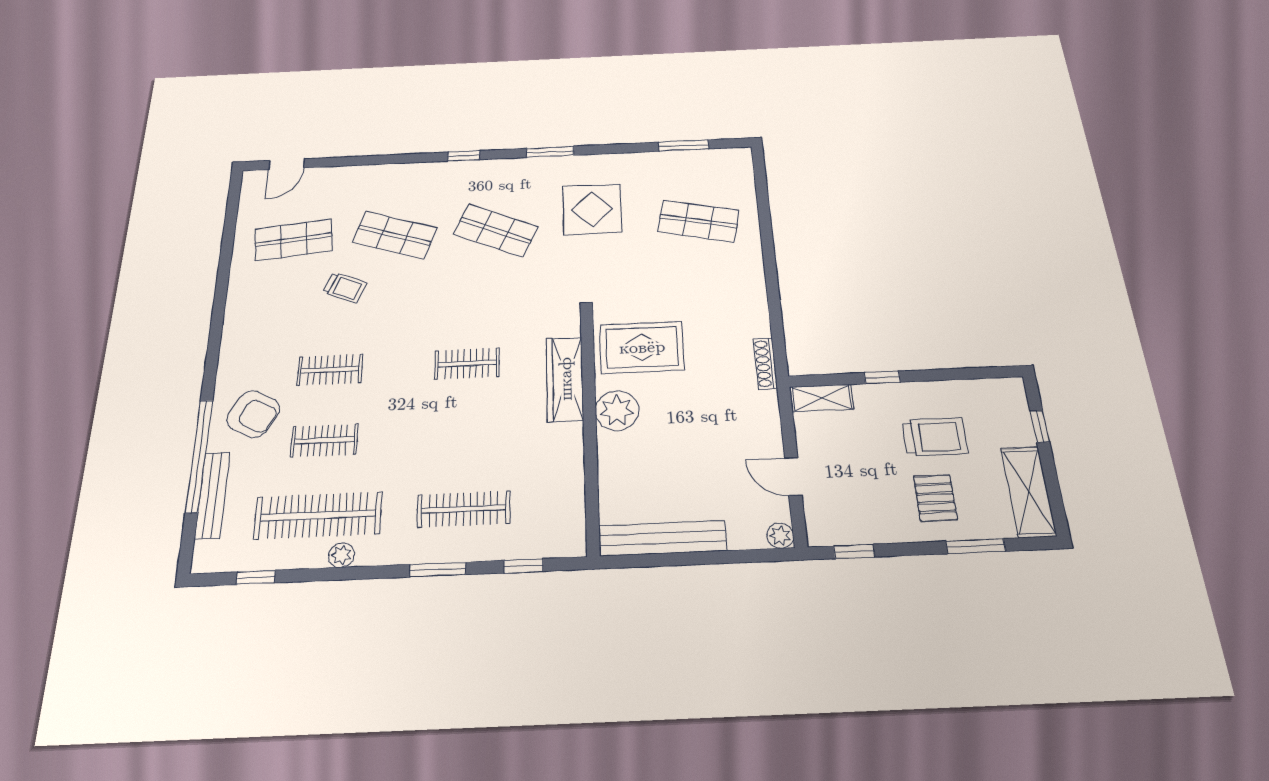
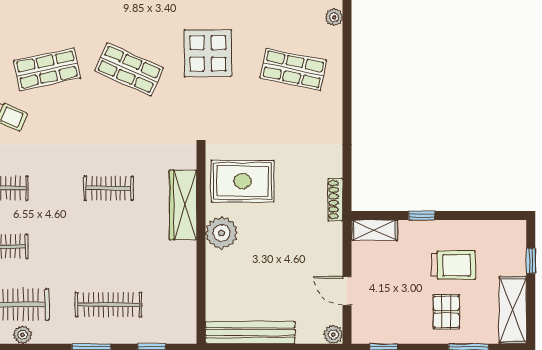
plant: (743, 166) -> (334, 17), added
shop shelf: (394, 235) -> (47, 69), turned -30

